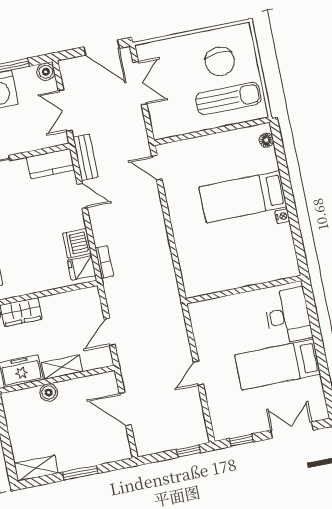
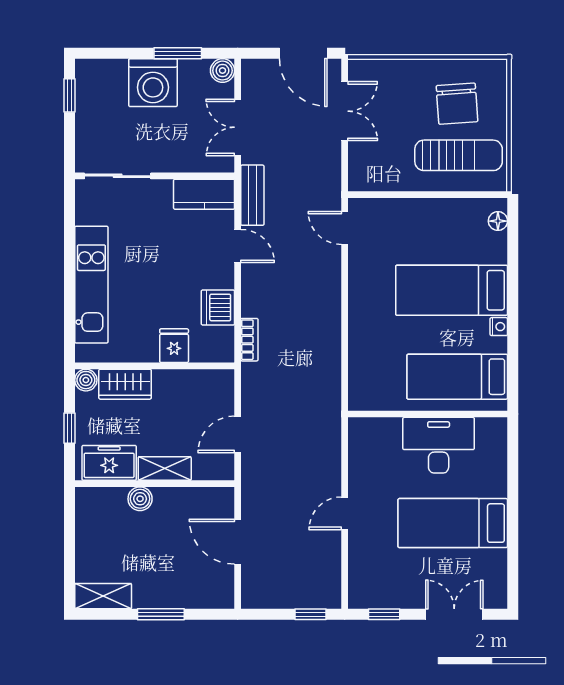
bed: (260, 258) -> (457, 377), added
fridge: (82, 268) -> (174, 346), moved, turned 90
desk: (288, 316) -> (439, 445), moved, turned -90

